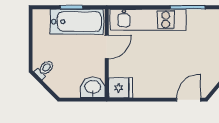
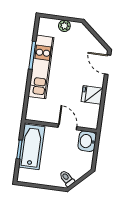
kitchen unit: (148, 20) -> (41, 67), moved
door: (107, 47) -> (67, 127), moved
fridge: (120, 88) -> (92, 95), moved, turned -90

